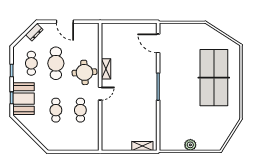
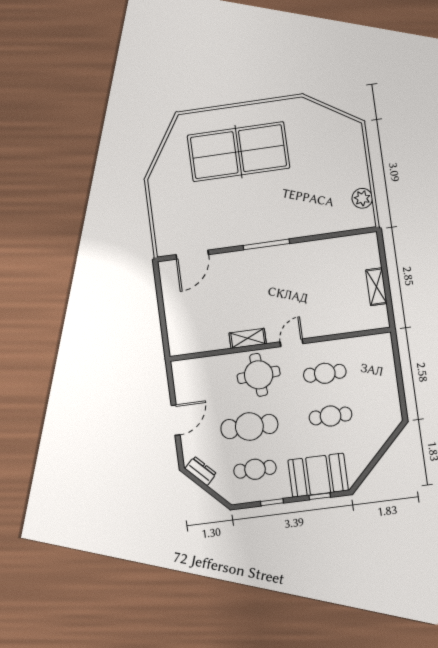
door: (100, 94) -> (291, 343), hinge flipped
plant: (190, 145) -> (362, 198), moved
shelving: (142, 146) -> (376, 287), moved

